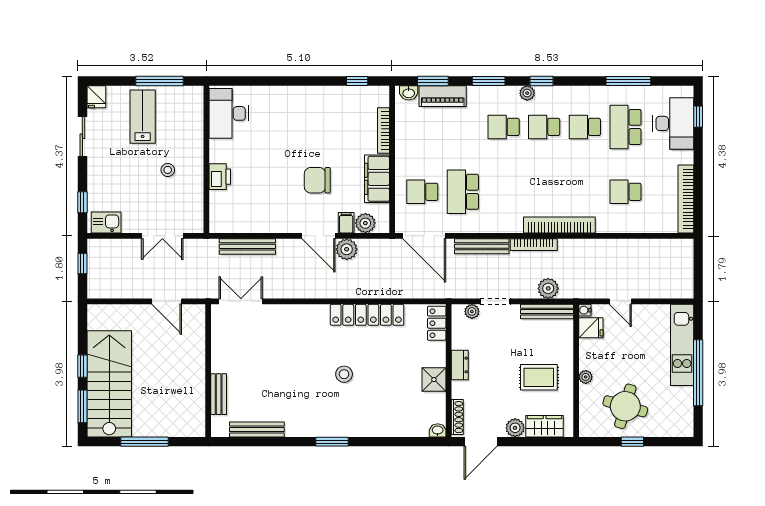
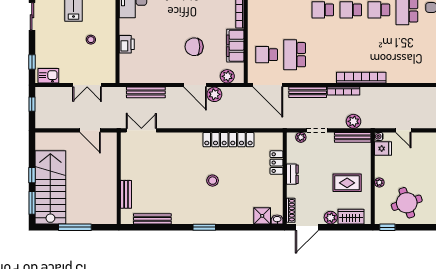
school desk: (625, 192) -> (407, 55), removed
filing cabinet: (346, 223) -> (214, 76), removed
locker: (437, 323) -> (277, 163), moved
shower: (434, 380) -> (262, 216), moved
round table: (625, 406) -> (407, 203), turned -34
window: (632, 442) -> (387, 227), moved

